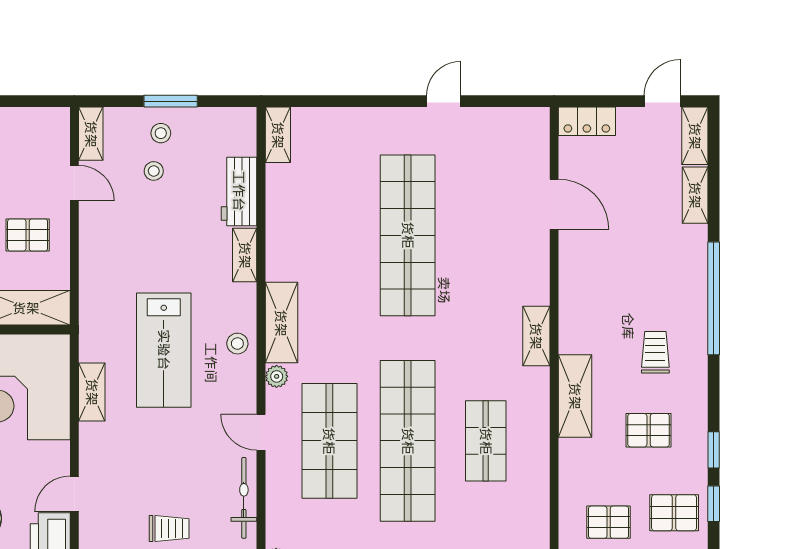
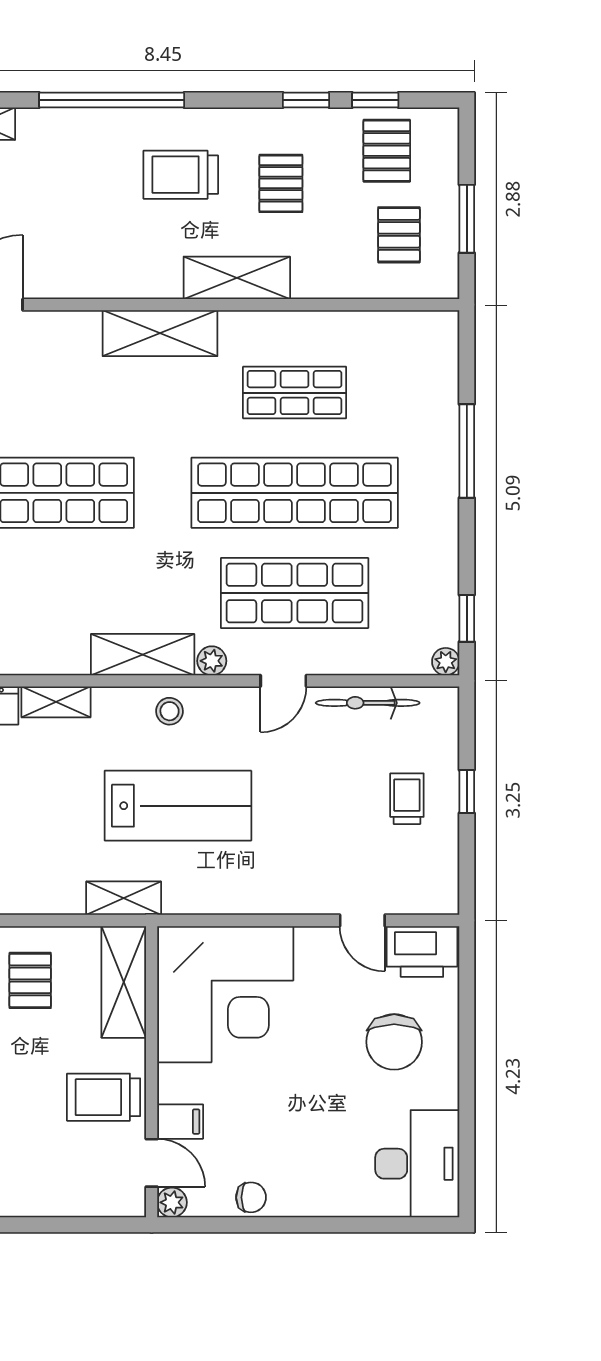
shelving: (536, 336) -> (160, 333), width x1.50, depth x1.33
trolley: (655, 352) -> (181, 175), width x1.36, depth x1.39
shelving: (92, 392) -> (124, 898), moved

